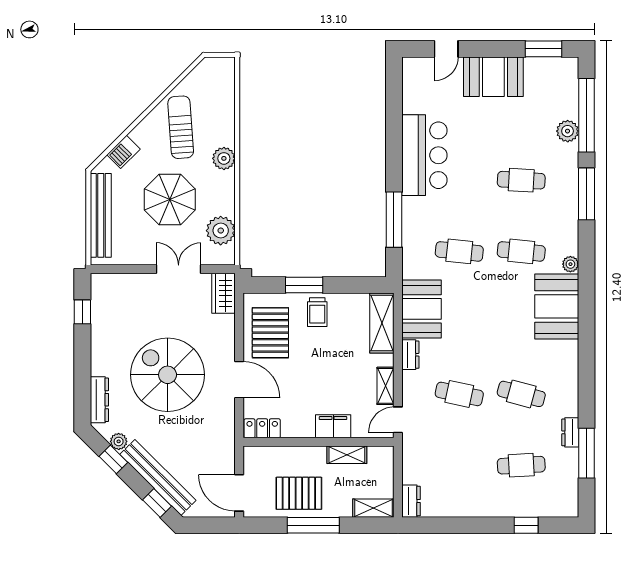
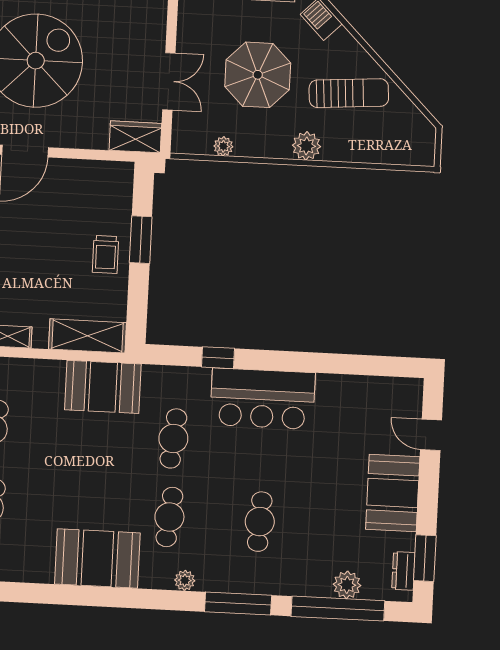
plant: (568, 131) -> (347, 585), moved
bar counter: (424, 155) -> (263, 399), moved
window: (394, 220) -> (218, 358), width x0.46
plant: (221, 231) -> (223, 146), width x0.53, depth x0.53
plant: (570, 264) -> (185, 580), moved
trolley: (317, 312) -> (106, 254), turned -90
pallet: (270, 333) -> (82, 194), removed
dresser: (410, 355) -> (403, 571), moved, turned 90

